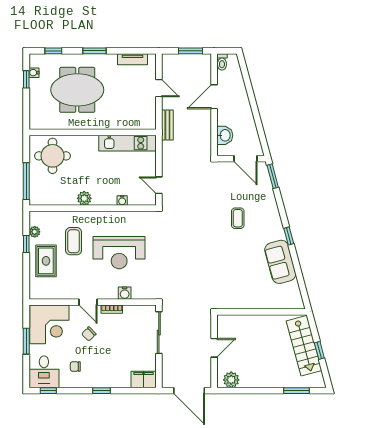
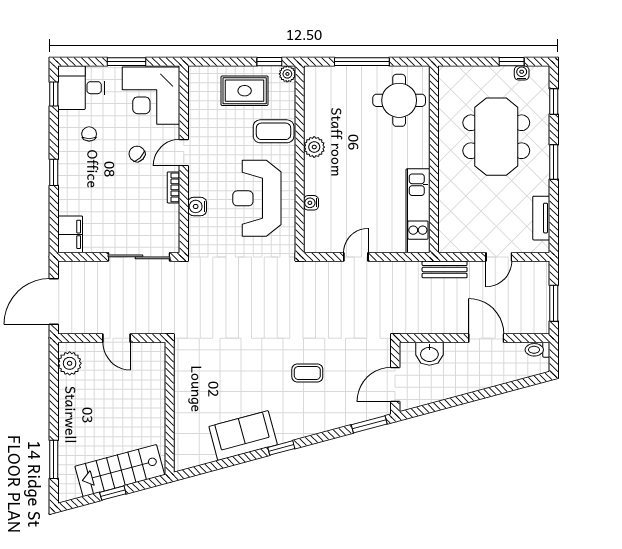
plant: (84, 198) -> (314, 147), moved
water cooler: (122, 200) -> (311, 203), moved
wall: (93, 208) -> (300, 159), moved

